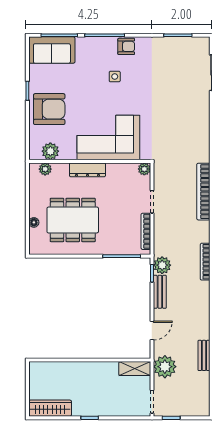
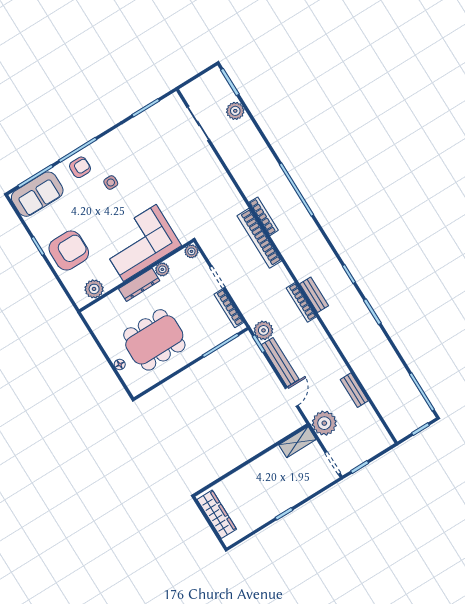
armchair: (126, 46) -> (80, 167), moved
plant: (45, 169) -> (162, 269), moved
bench: (160, 292) -> (280, 362), width x1.36
wardrobe: (50, 408) -> (217, 514), moved, turned 90

